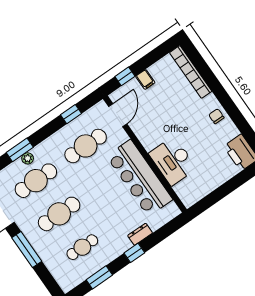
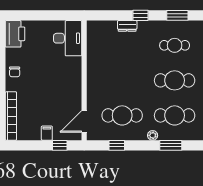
plant: (28, 158) -> (153, 135), moved
desk: (173, 161) -> (68, 38), moved
bar counter: (140, 178) -> (100, 66), removed

